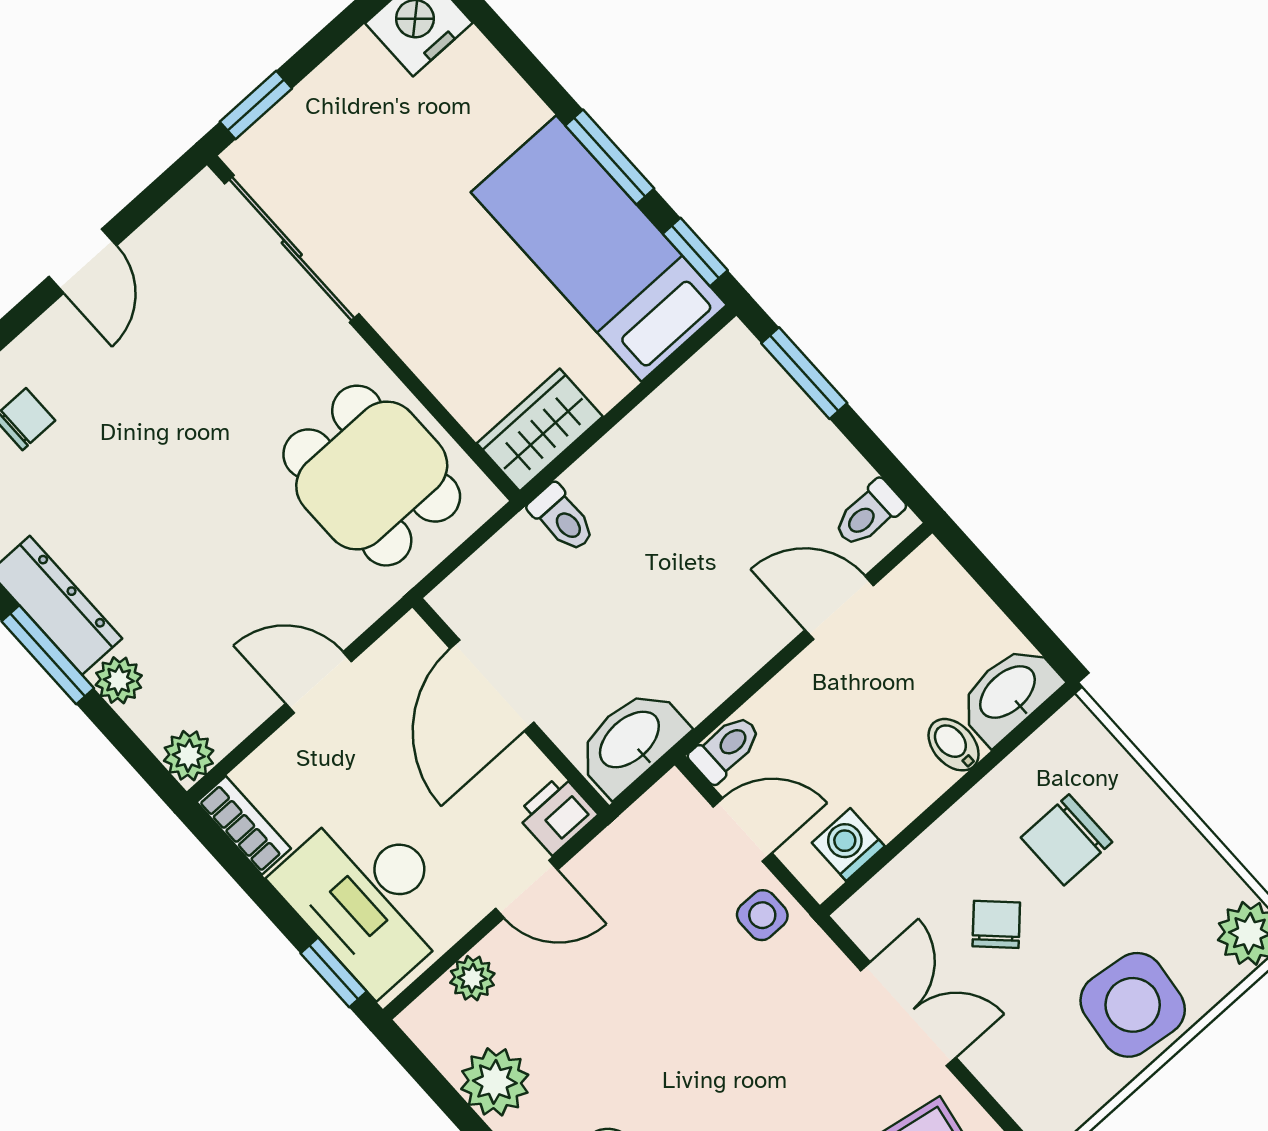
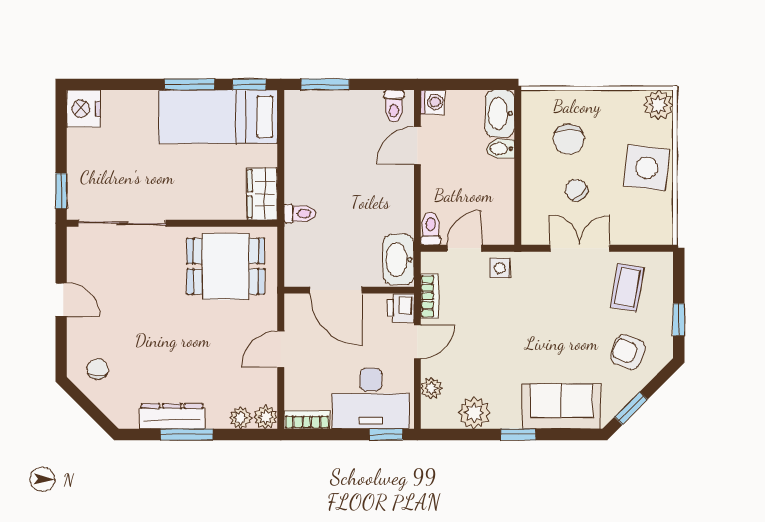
plant: (119, 680) -> (241, 418), moved
bookcase: (616, 844) -> (430, 296), added
washing machine: (848, 845) -> (433, 102), moved, turned 180

